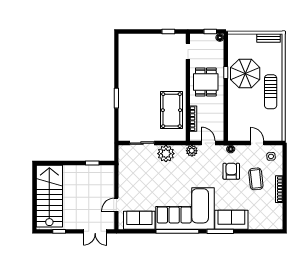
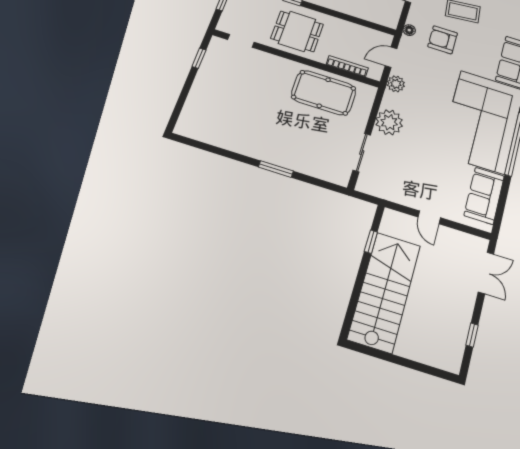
stairs: (49, 196) -> (384, 292), moved, turned 90
door: (116, 205) -> (429, 217), moved

